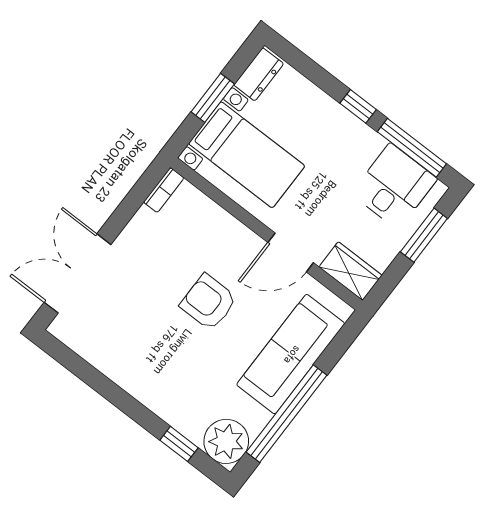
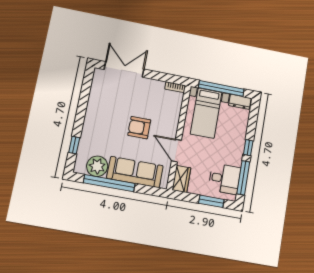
window: (213, 98) -> (221, 88), width x2.11
armchair: (209, 302) -> (139, 128), turned -90
plant: (226, 441) -> (97, 166), moved

